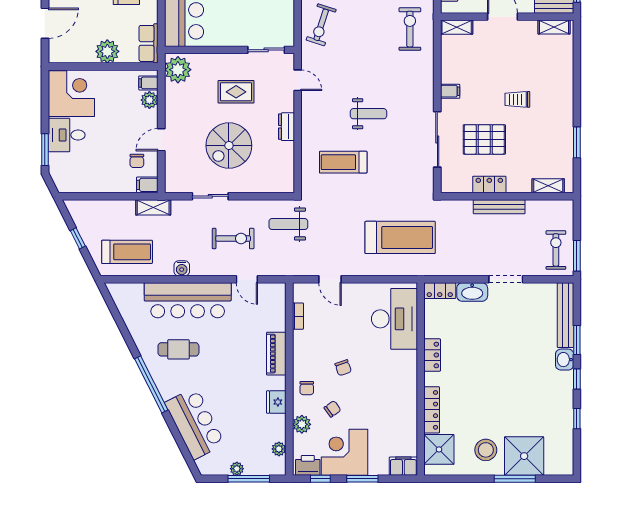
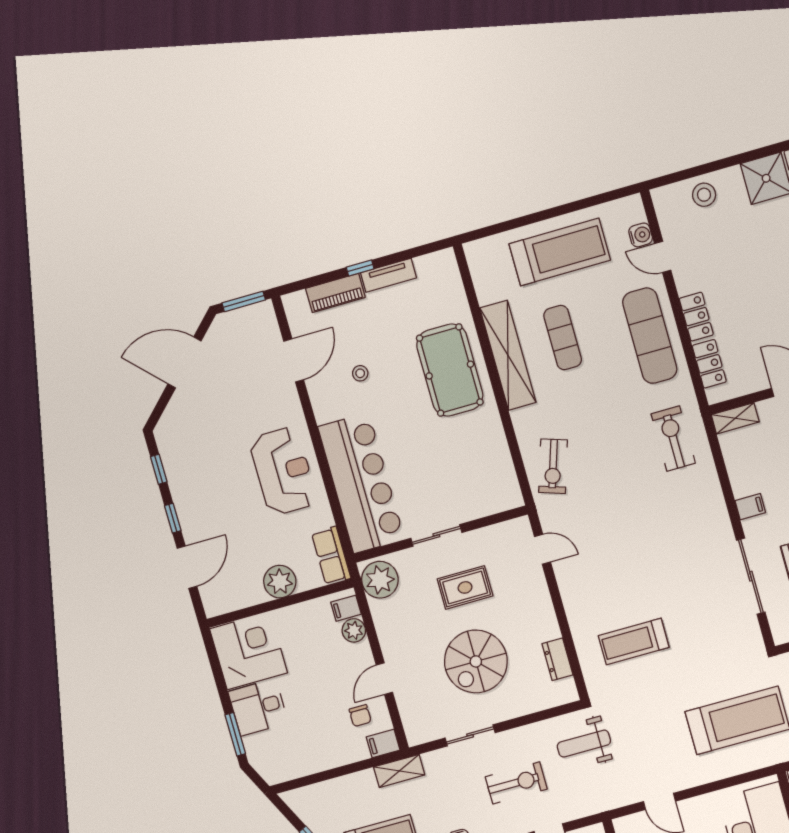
sliding door: (266, 50) -> (436, 535), moved
weight bench: (368, 114) -> (649, 567), removed
dresser: (286, 127) -> (557, 659), moved

